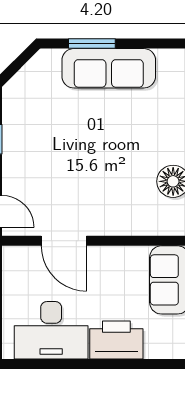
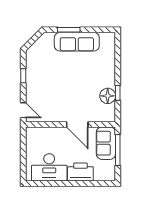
door: (64, 241) -> (77, 124), moved

